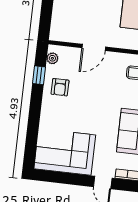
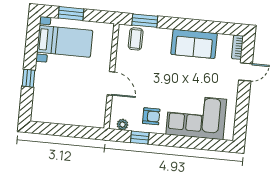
corner sofa: (65, 152) -> (196, 117), moved, turned 90

